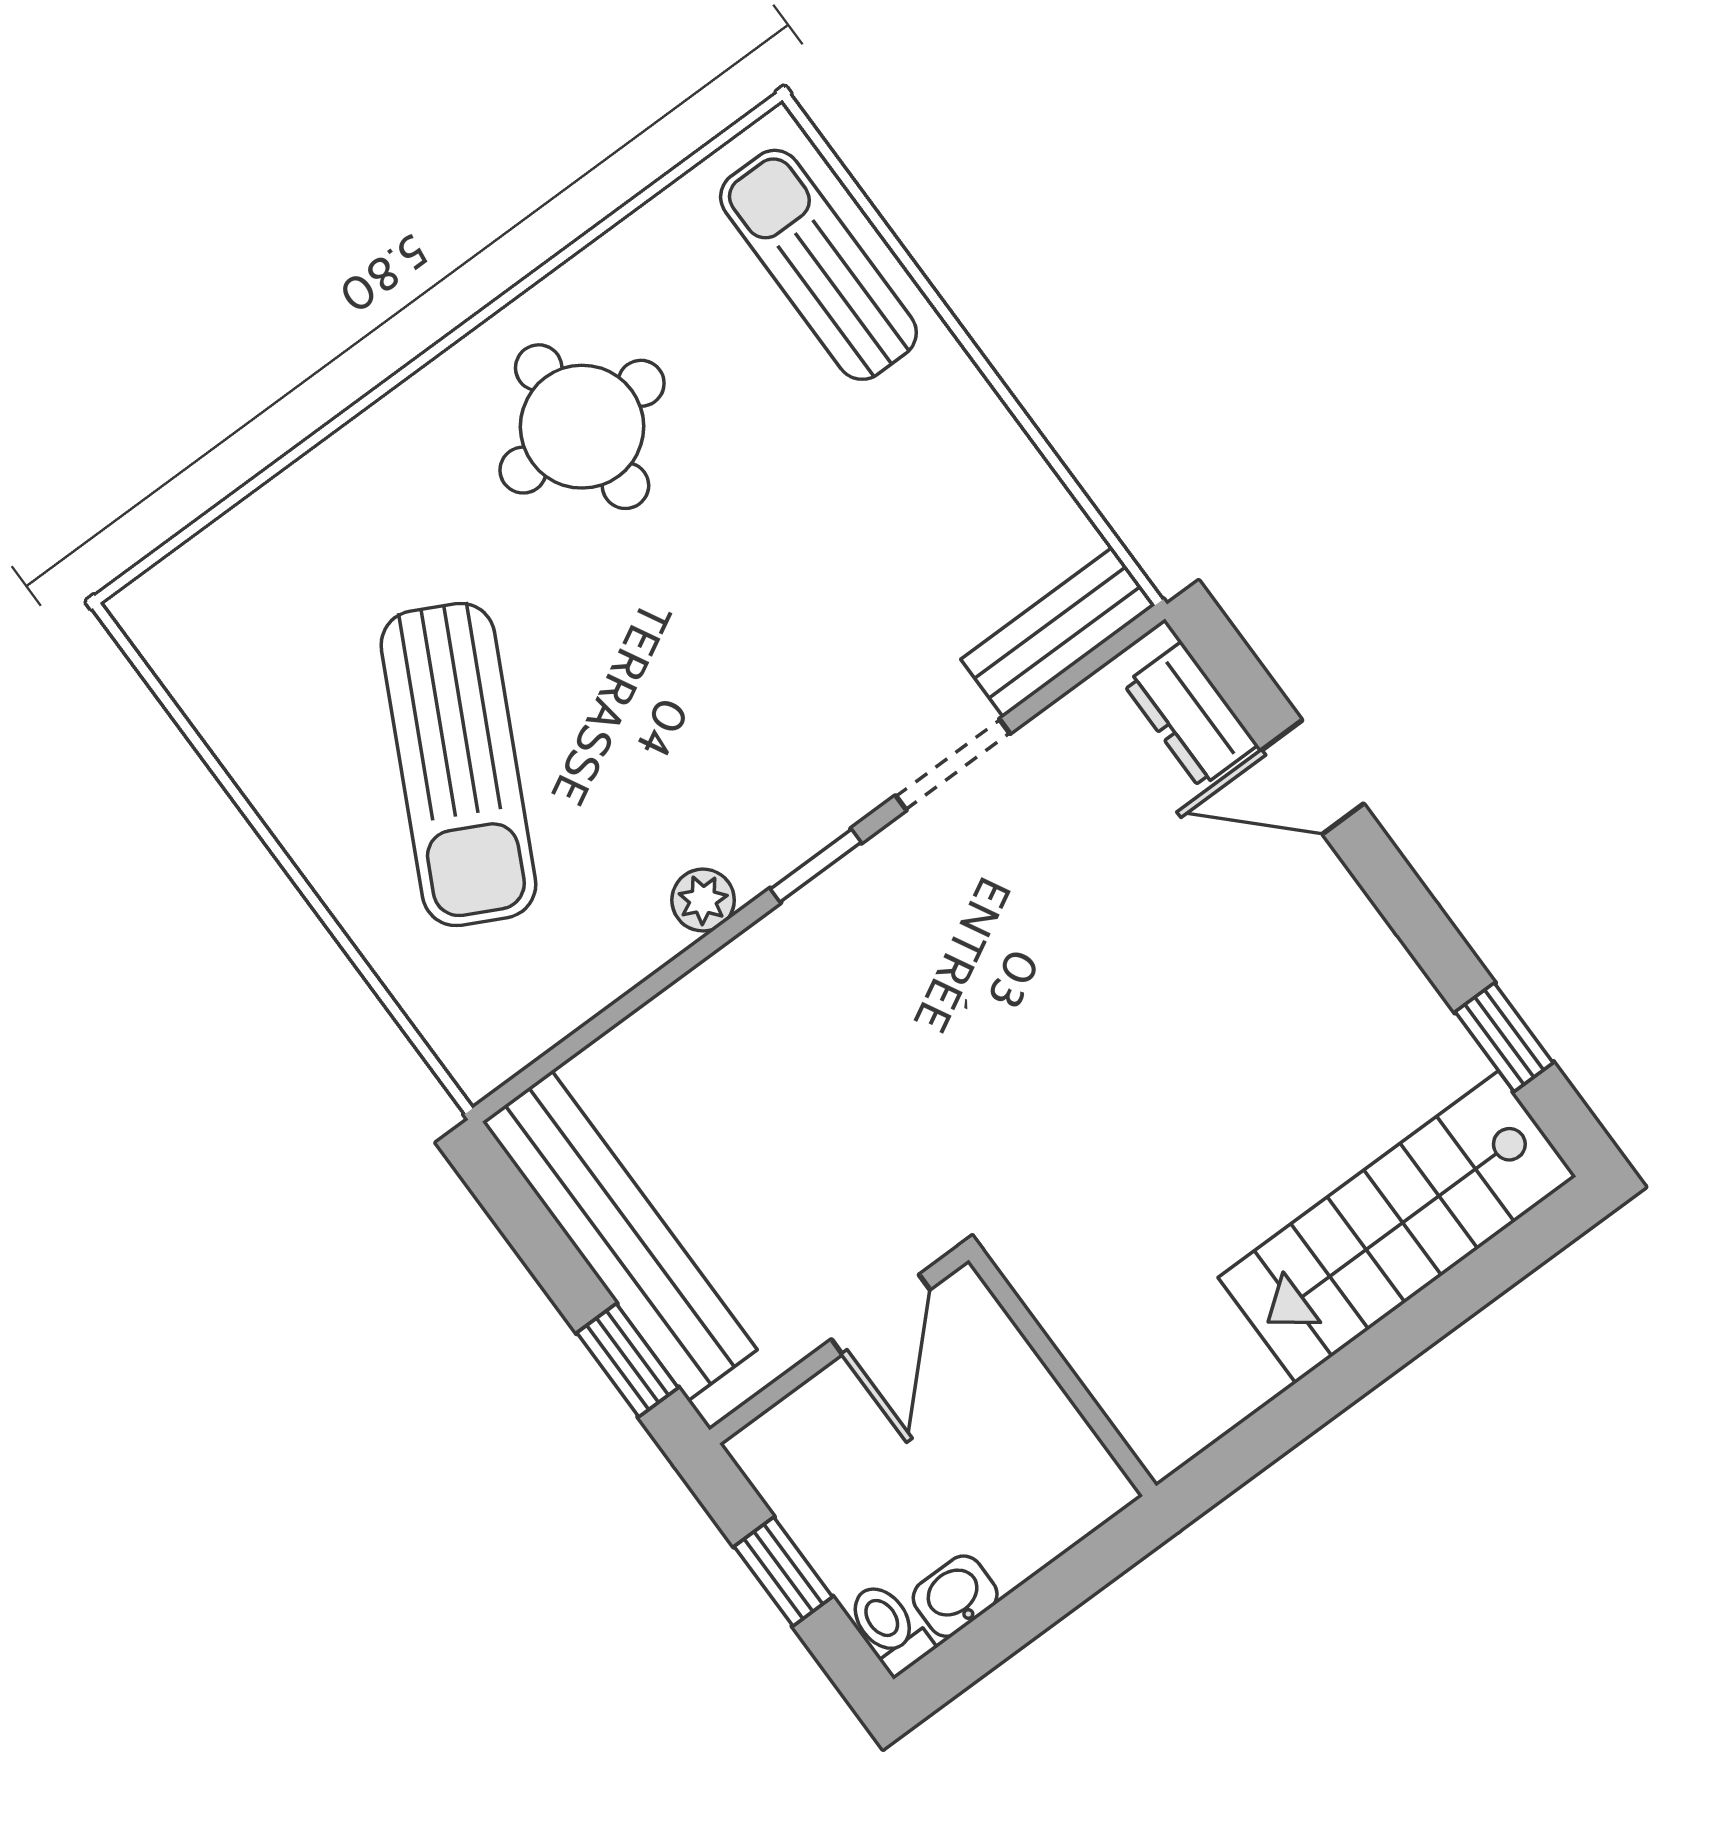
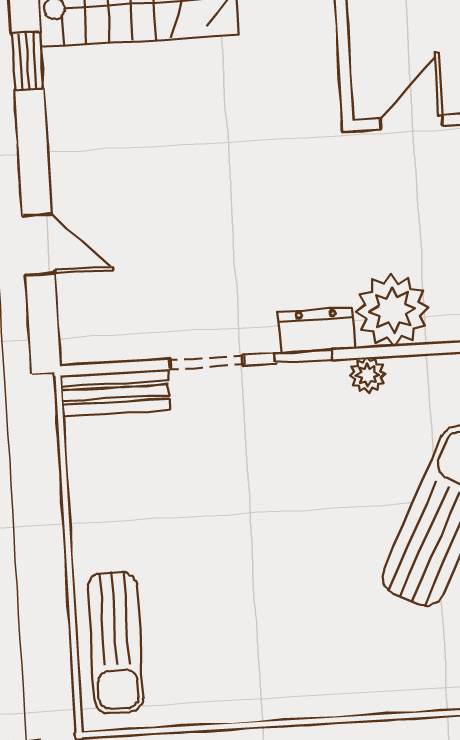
round table: (582, 427) -> (279, 639), removed
dresser: (1191, 715) -> (317, 330), moved, turned -90
plant: (729, 1019) -> (393, 310), added

